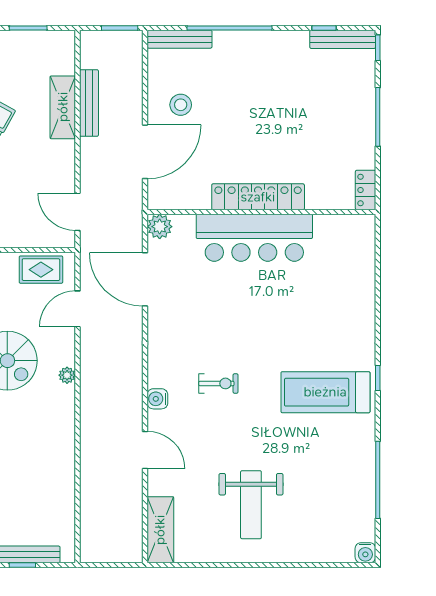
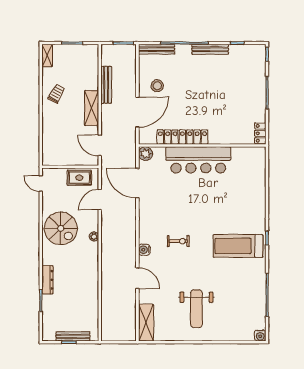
bench: (343, 39) -> (210, 49), moved
shelving: (63, 107) -> (92, 108), moved
locker: (258, 197) -> (182, 137), moved

